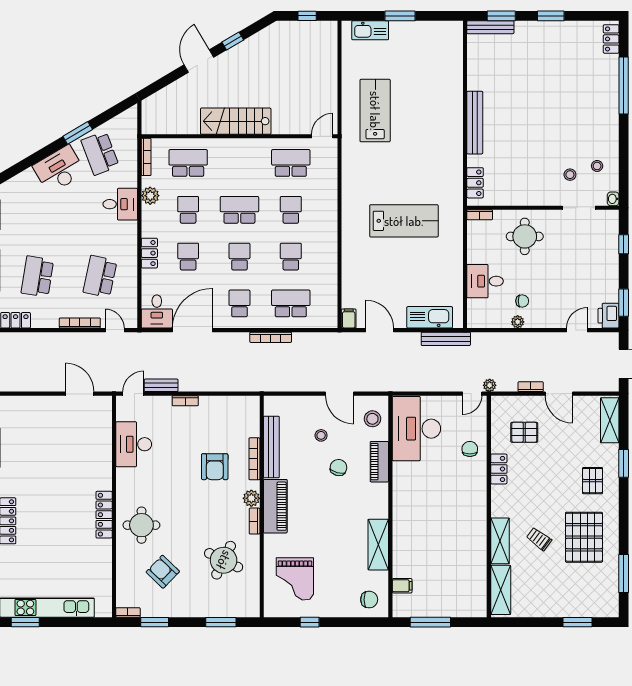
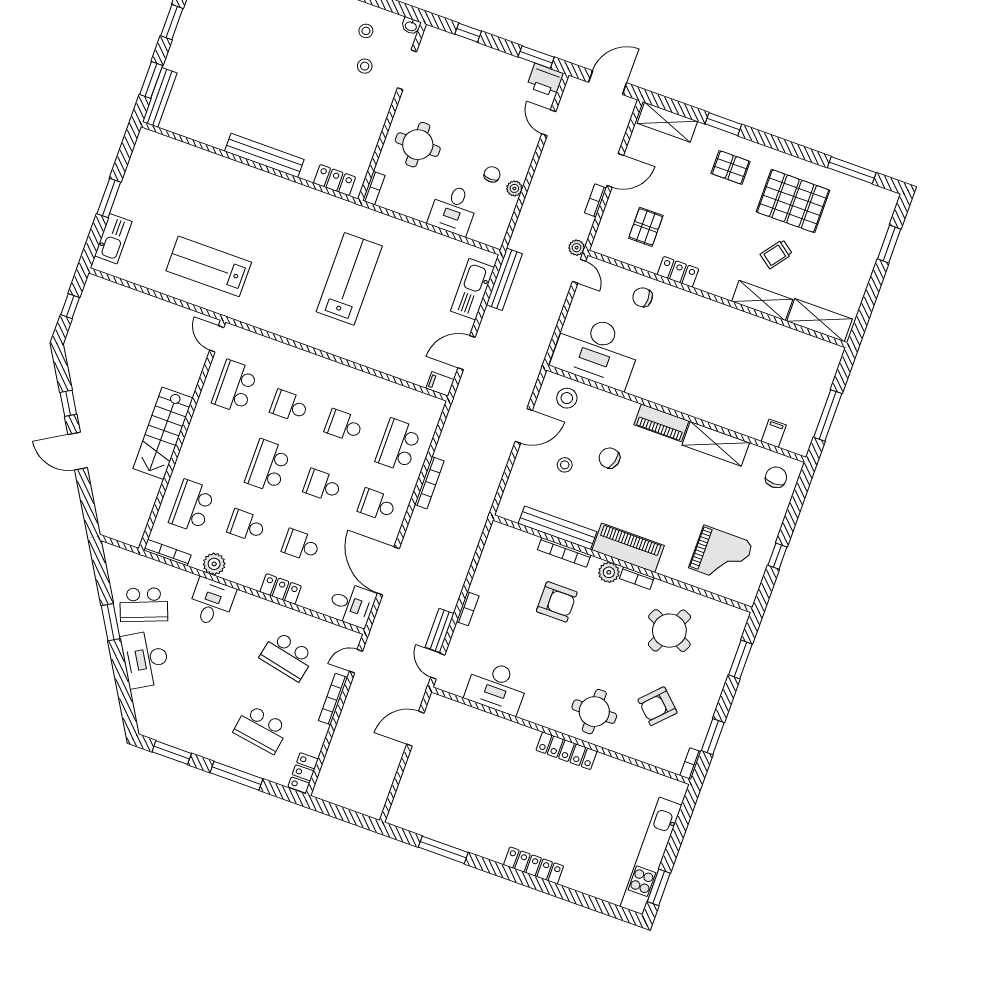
piano: (379, 462) -> (661, 423), moved

